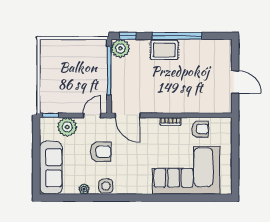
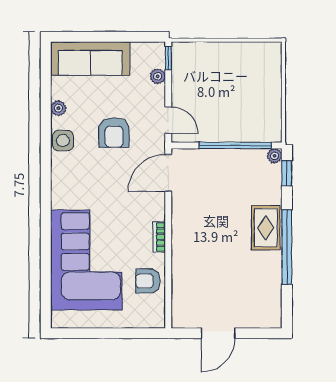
plant: (120, 48) -> (275, 156), width x0.53, depth x0.53
plant: (67, 127) -> (158, 76), width x0.53, depth x0.53
armchair: (200, 129) -> (148, 281), turned 90

